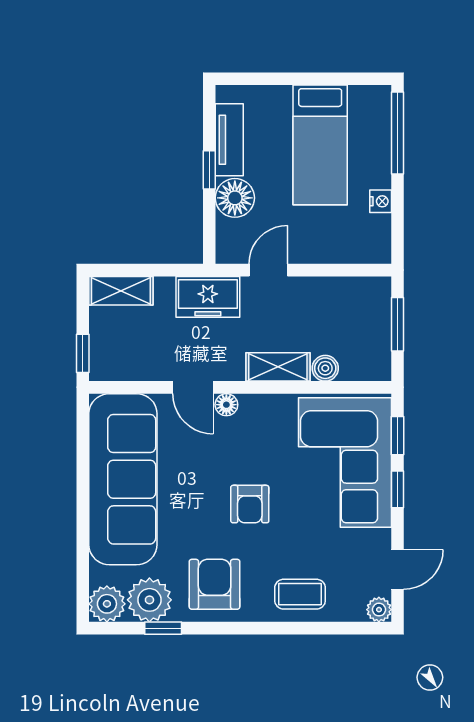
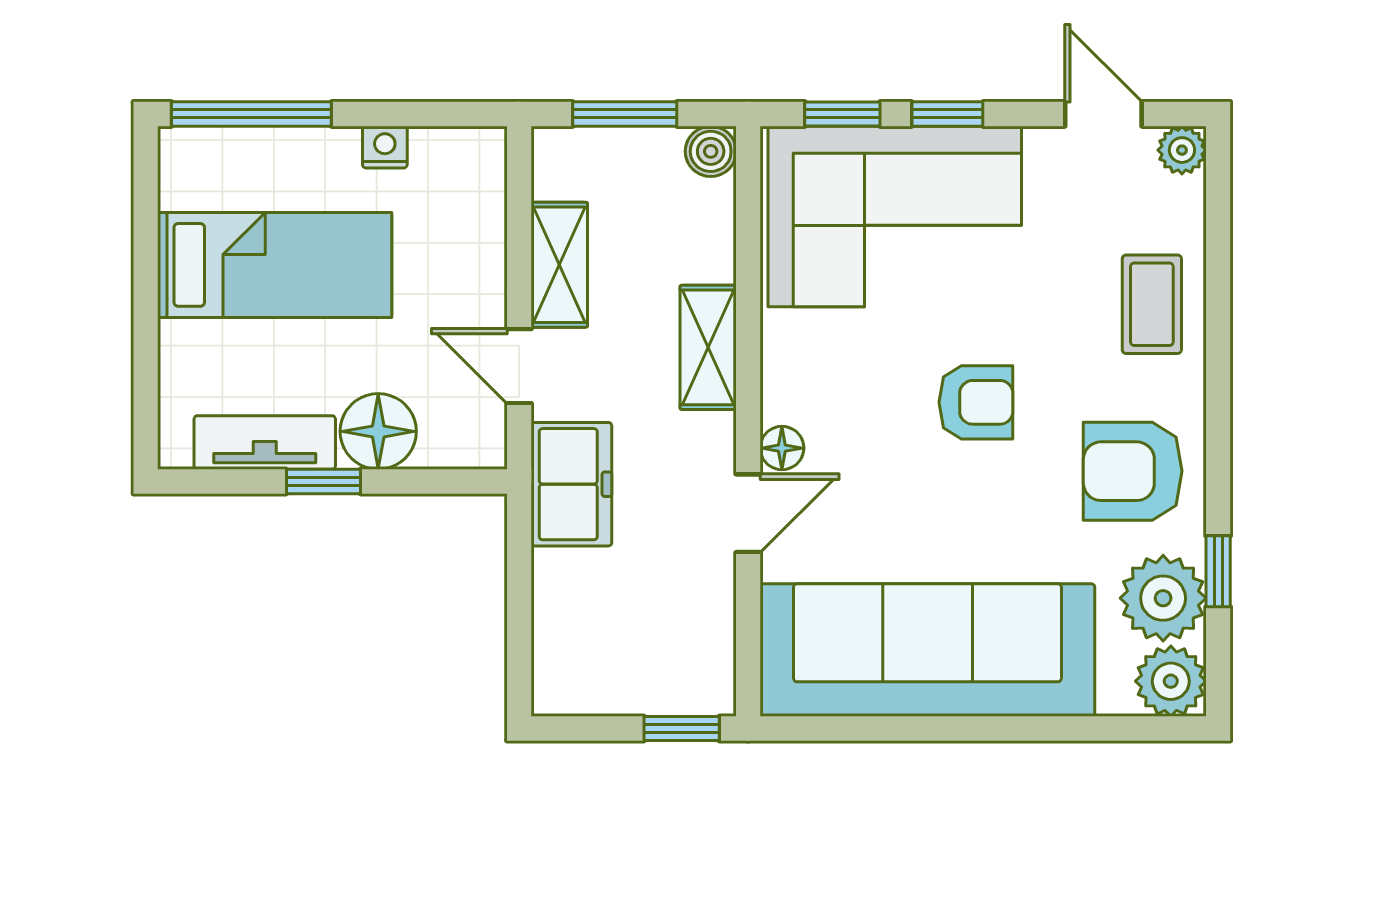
shelving: (121, 291) -> (559, 265), moved
boiler: (325, 368) -> (711, 151), moved

